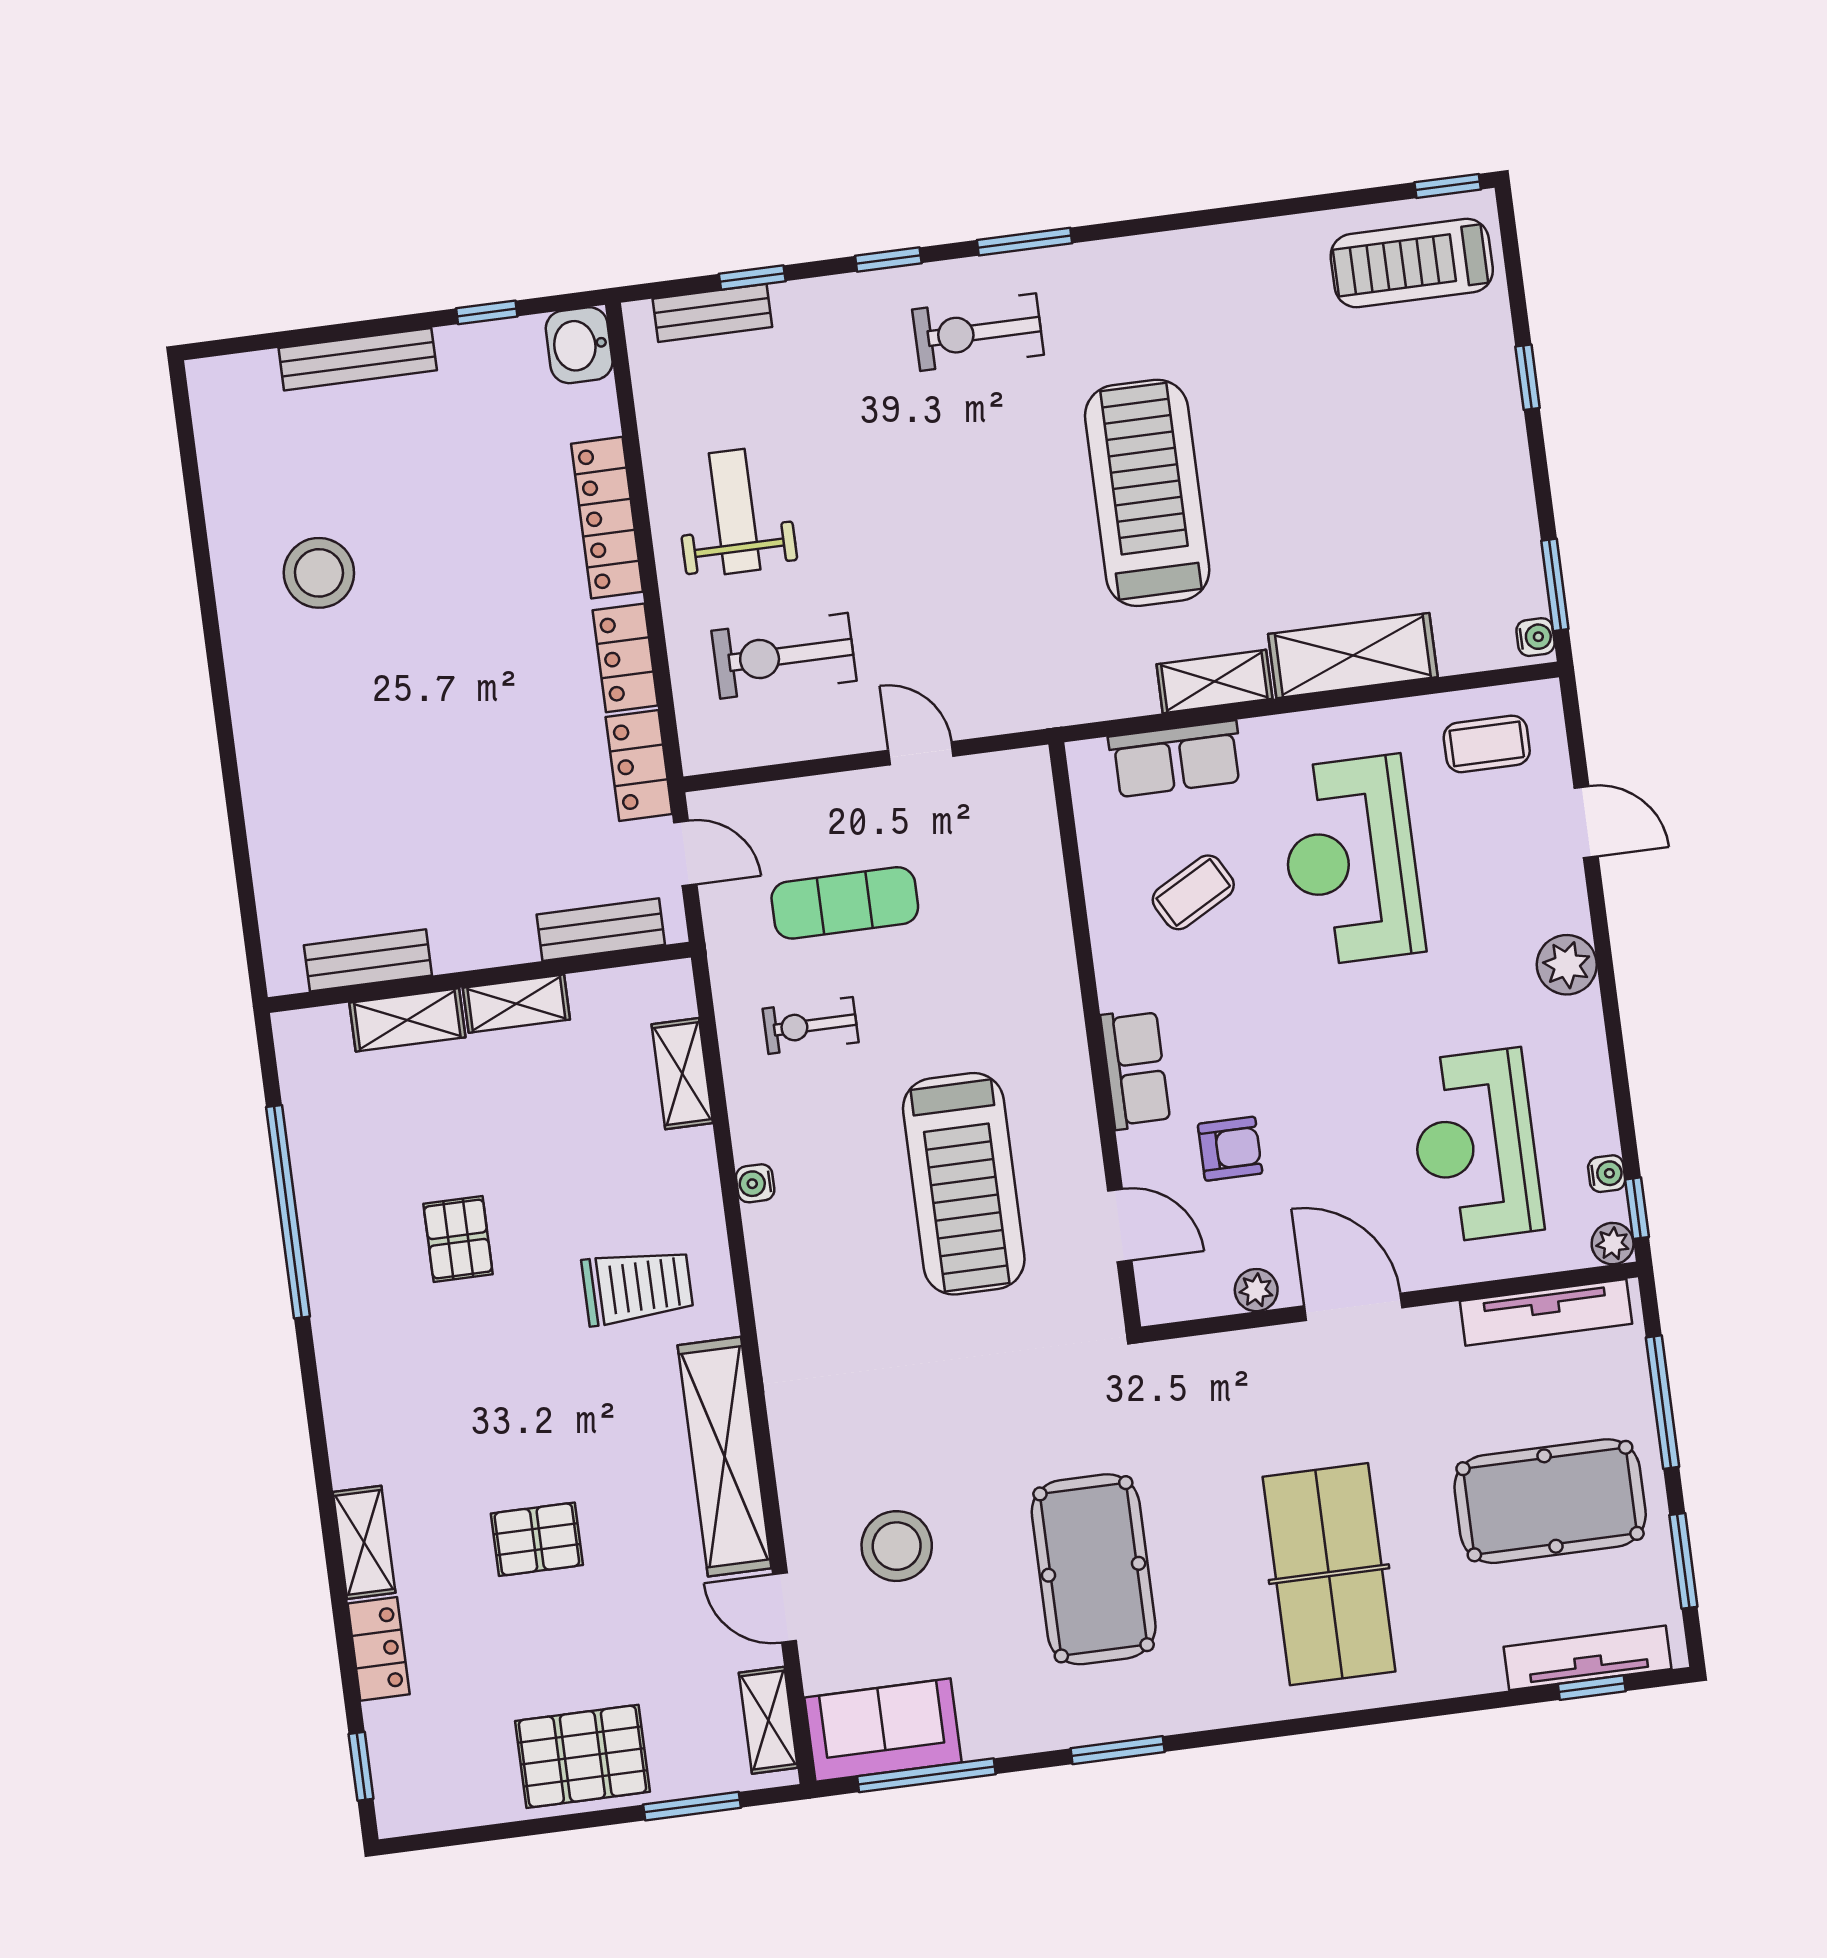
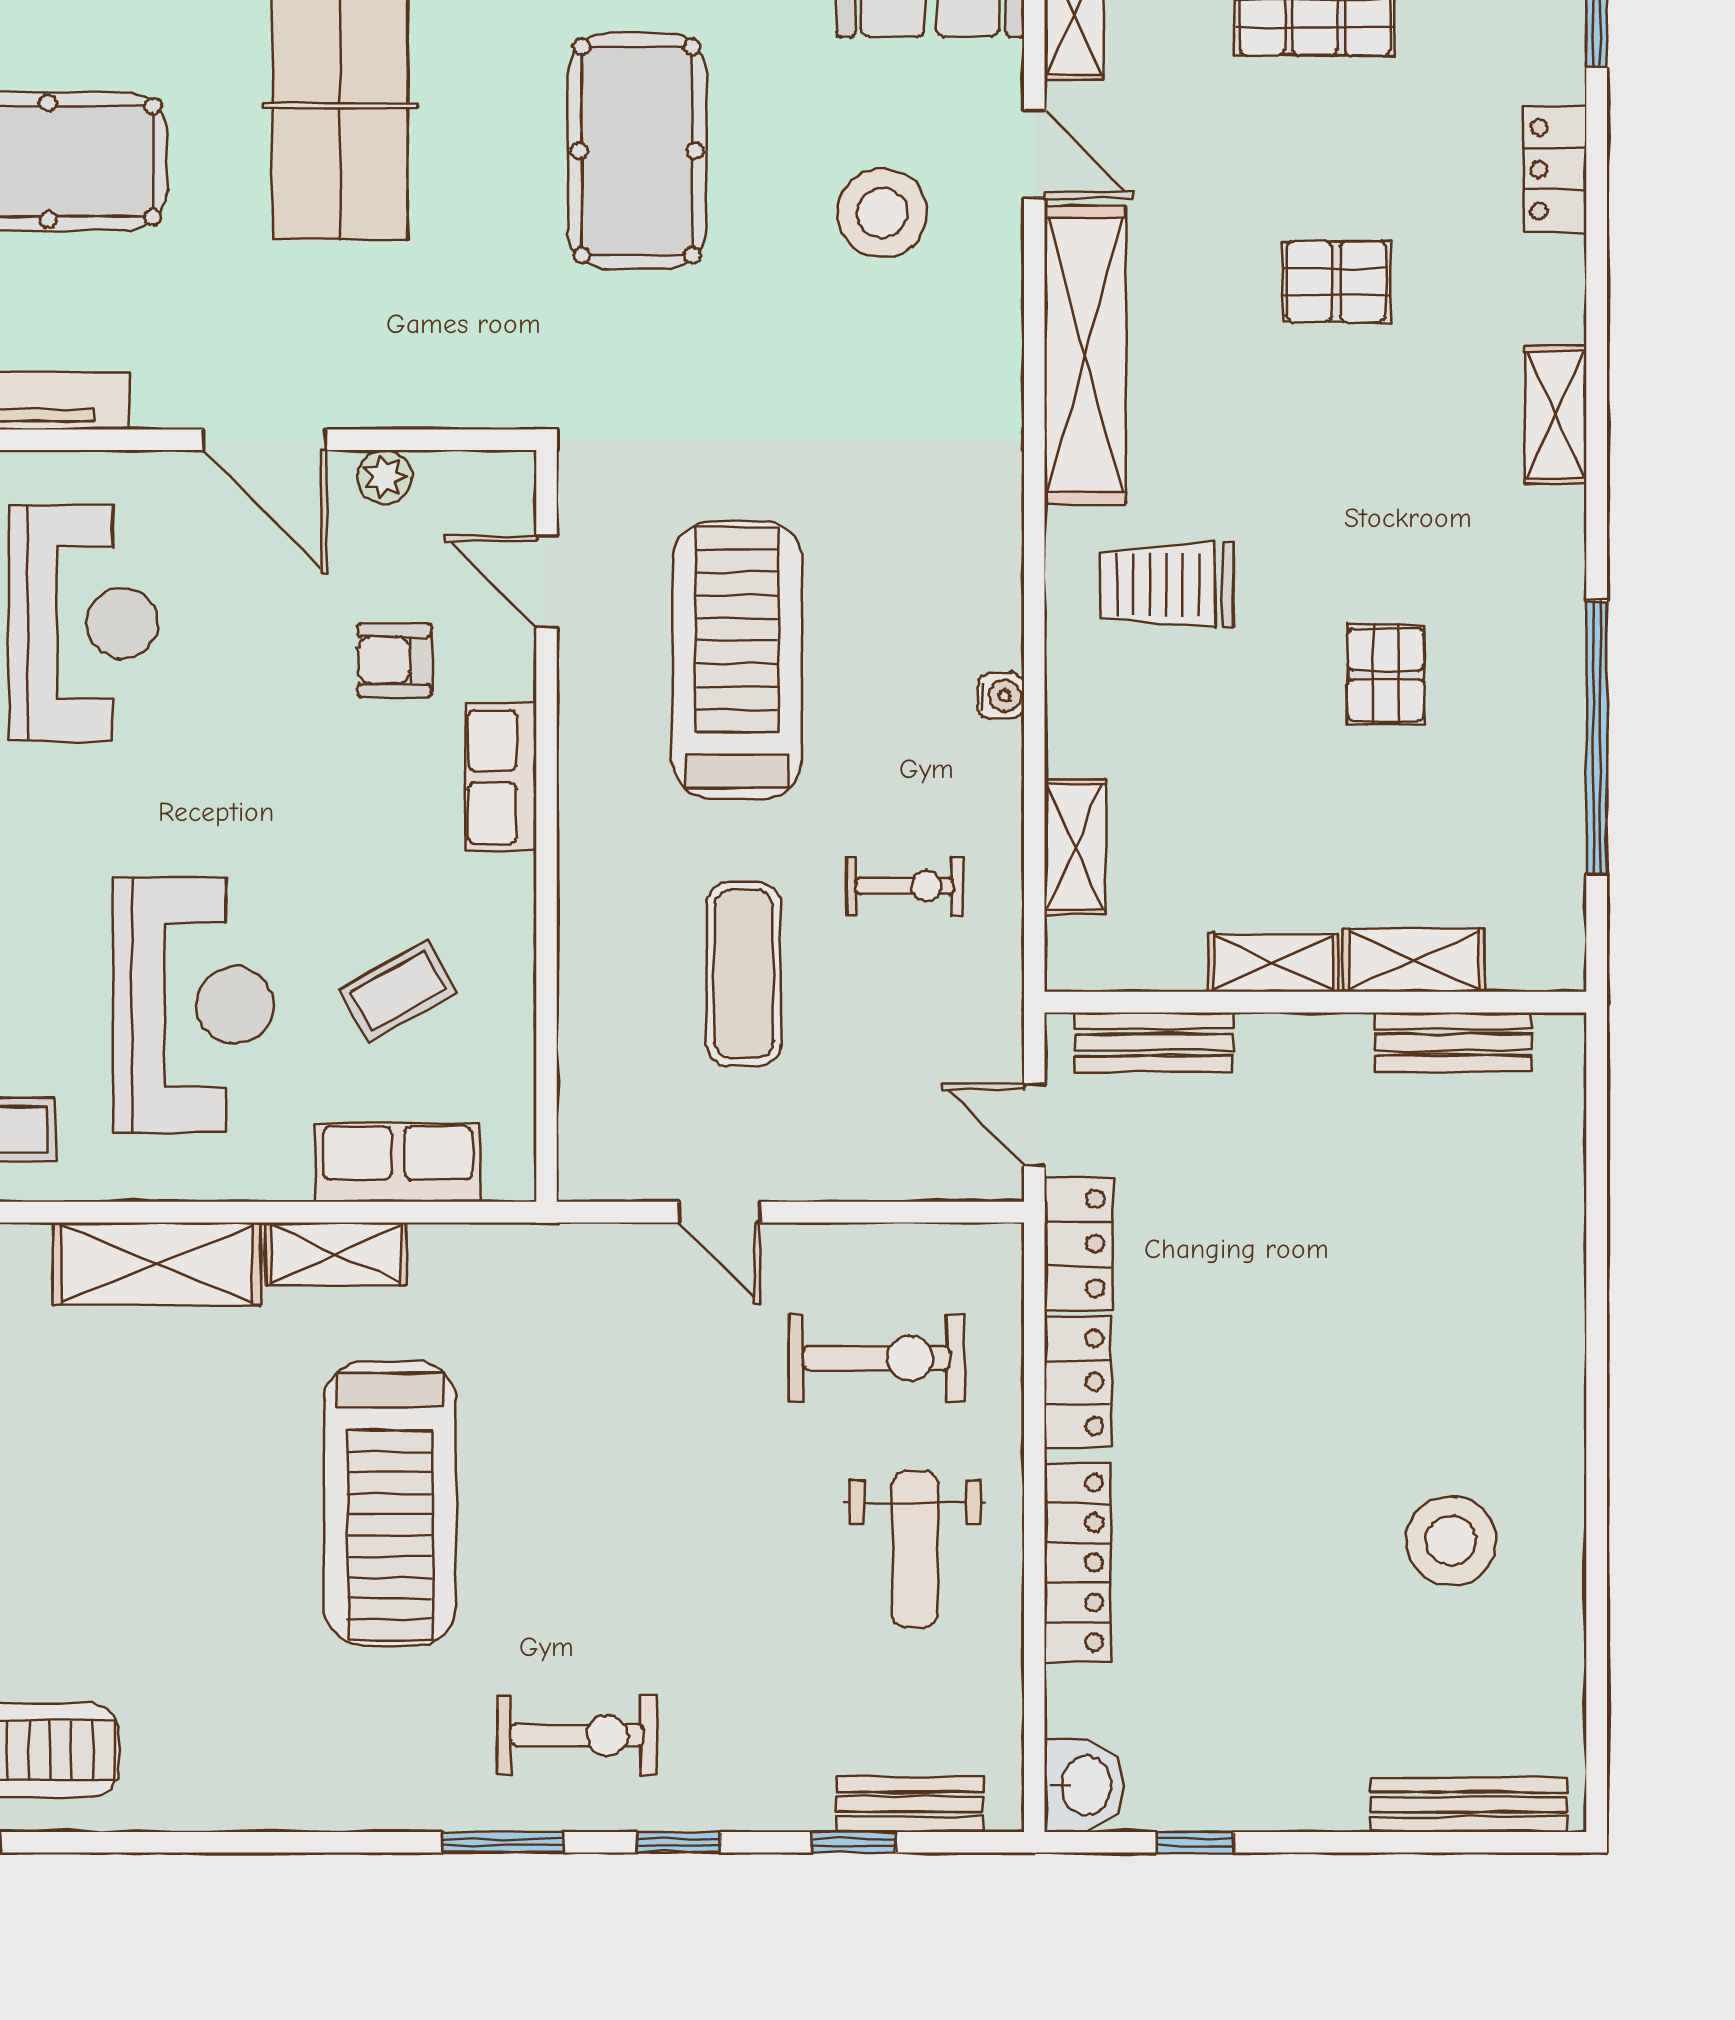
bench: (358, 359) -> (1469, 1805), moved
exercise mat: (845, 903) -> (744, 974), moved, turned 90
shelving: (364, 1542) -> (1555, 415), moved

